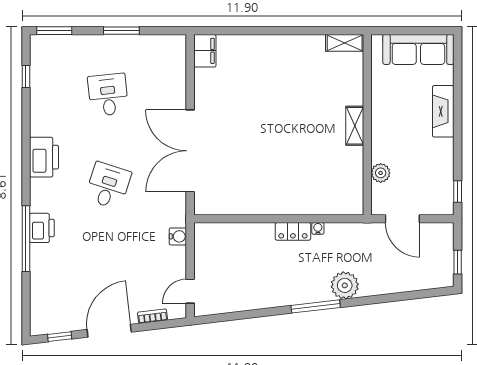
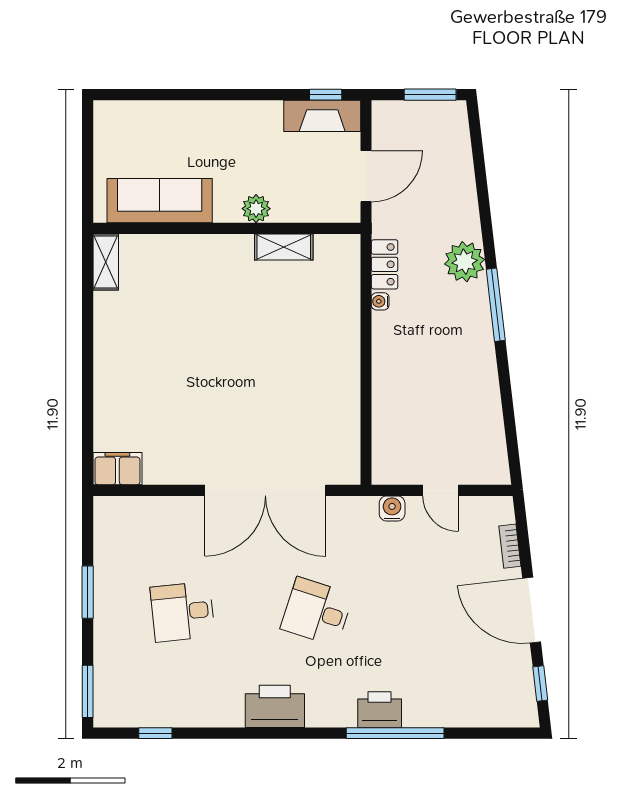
sofa: (418, 49) -> (160, 201), moved, turned -90
fireplace: (443, 111) -> (322, 116), moved
shelving: (355, 126) -> (284, 247), moved
plant: (381, 173) -> (256, 209), moved
locker: (293, 231) -> (385, 264), moved
window: (458, 262) -> (430, 95), width x1.50
door: (190, 291) -> (441, 490), moved

